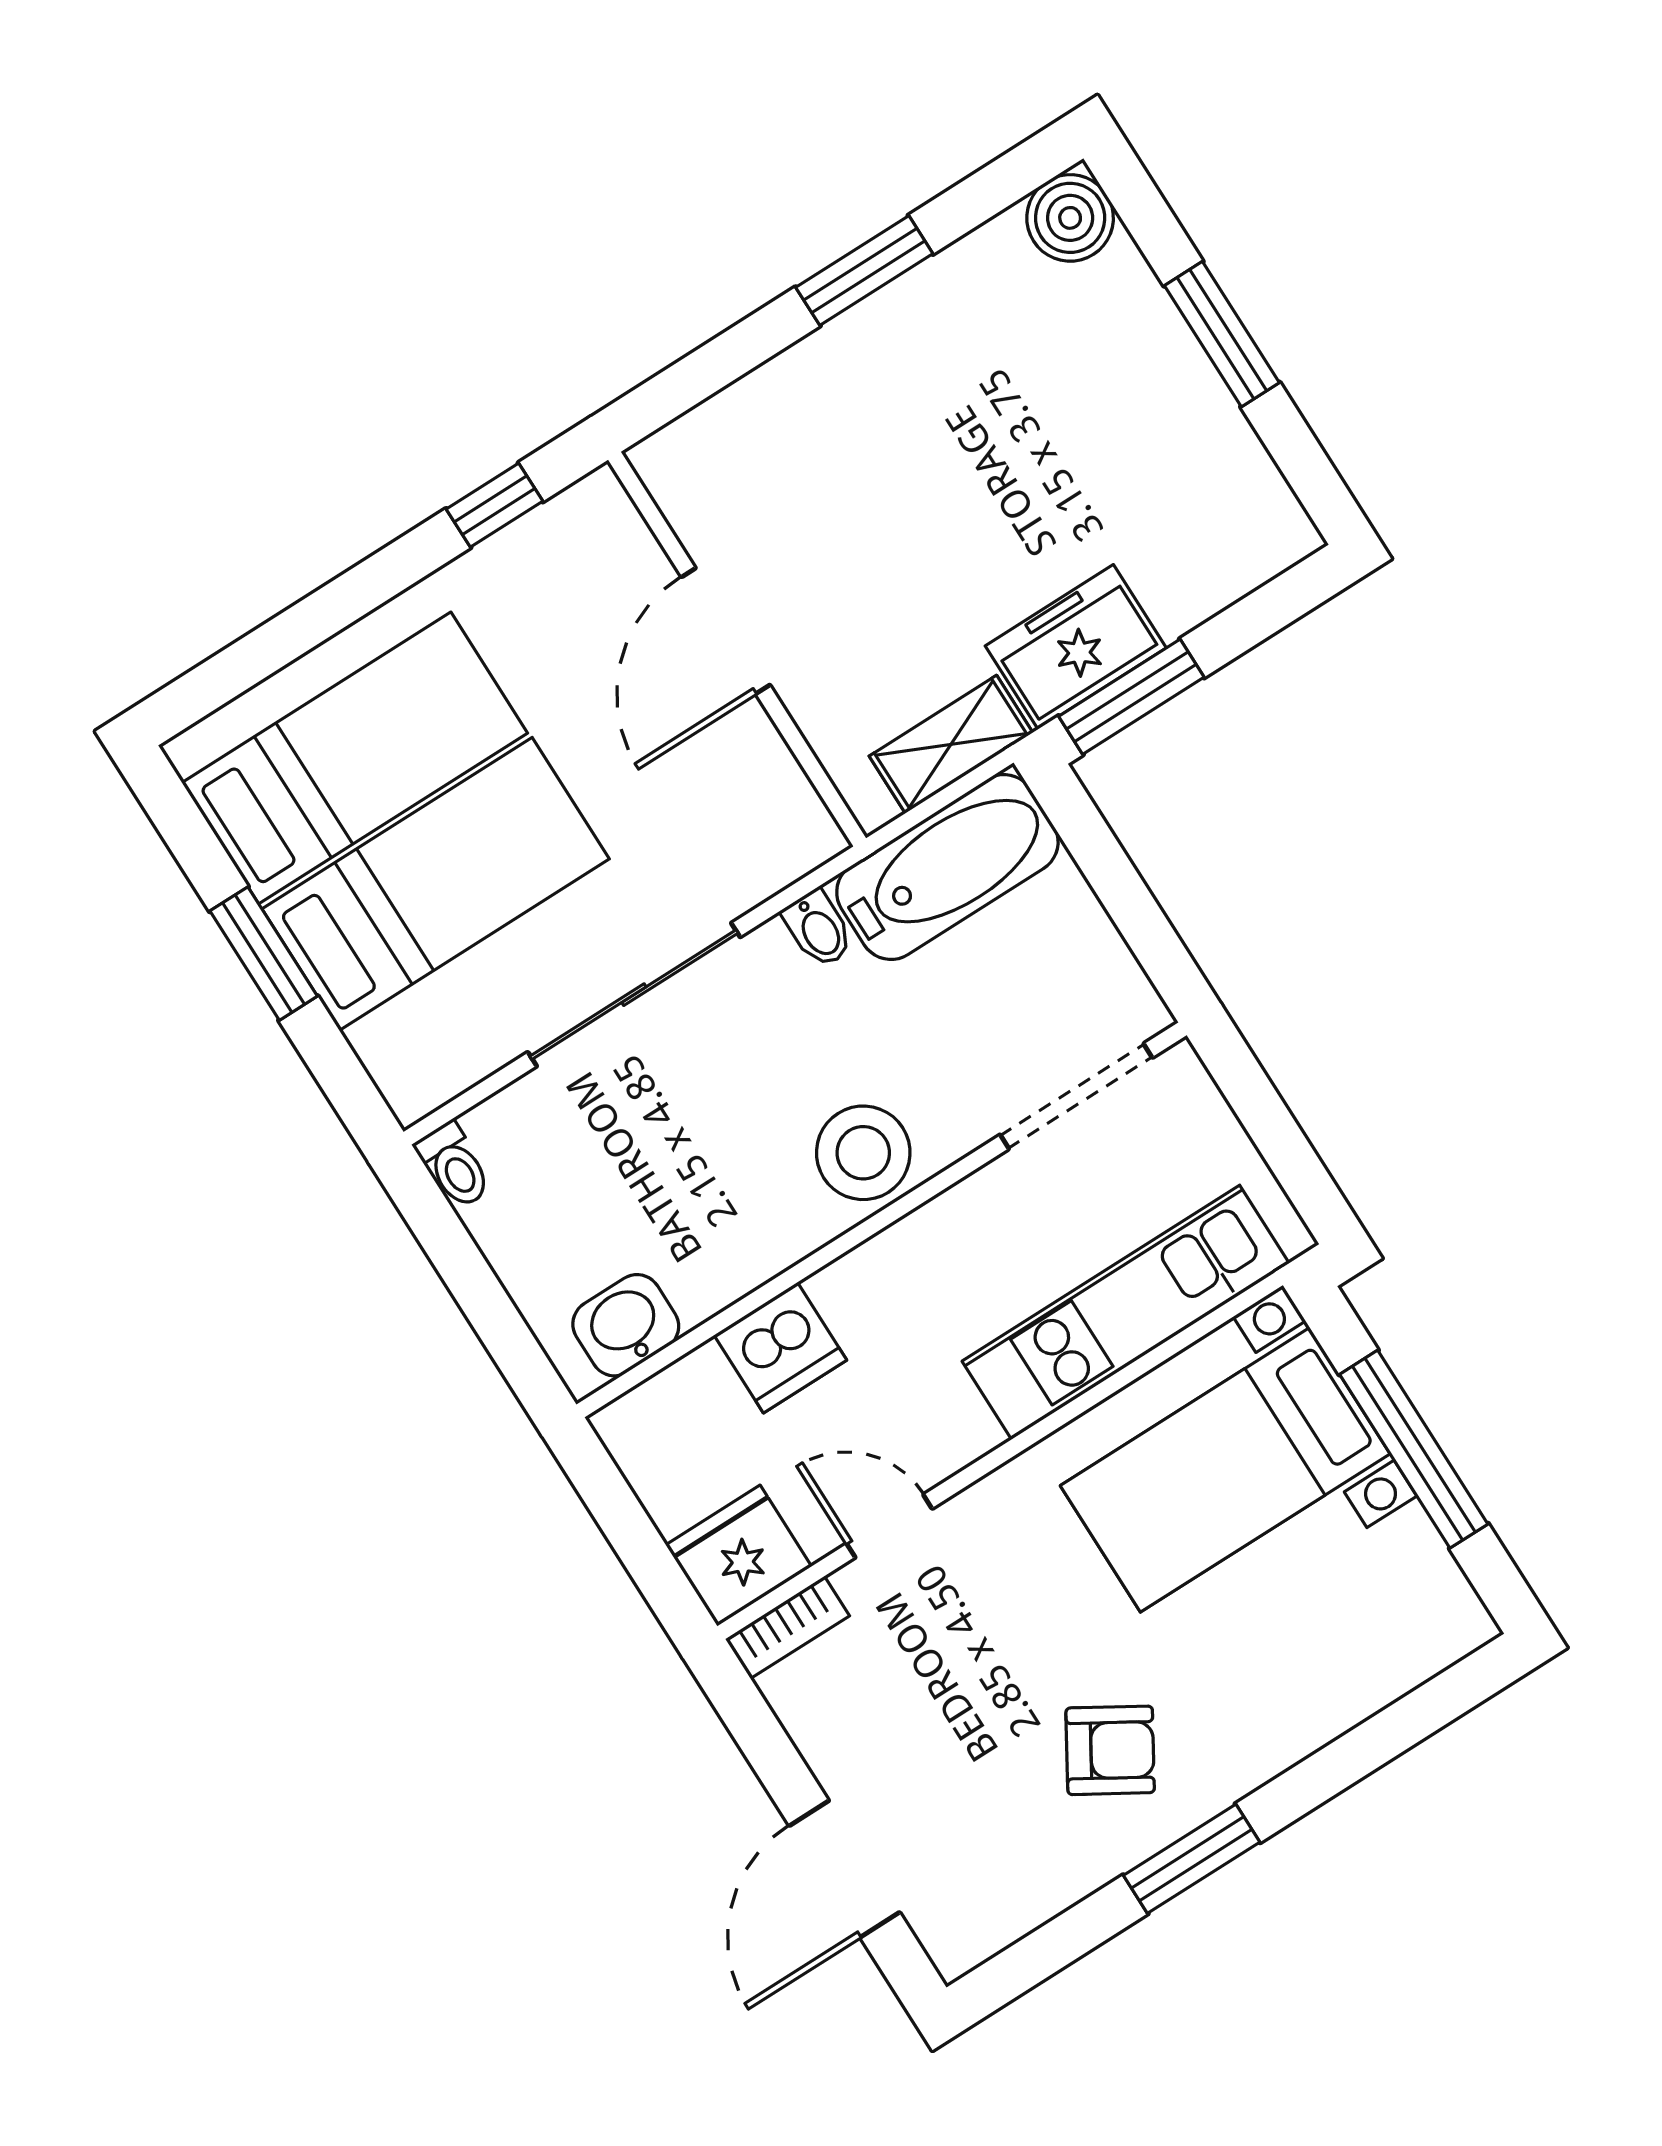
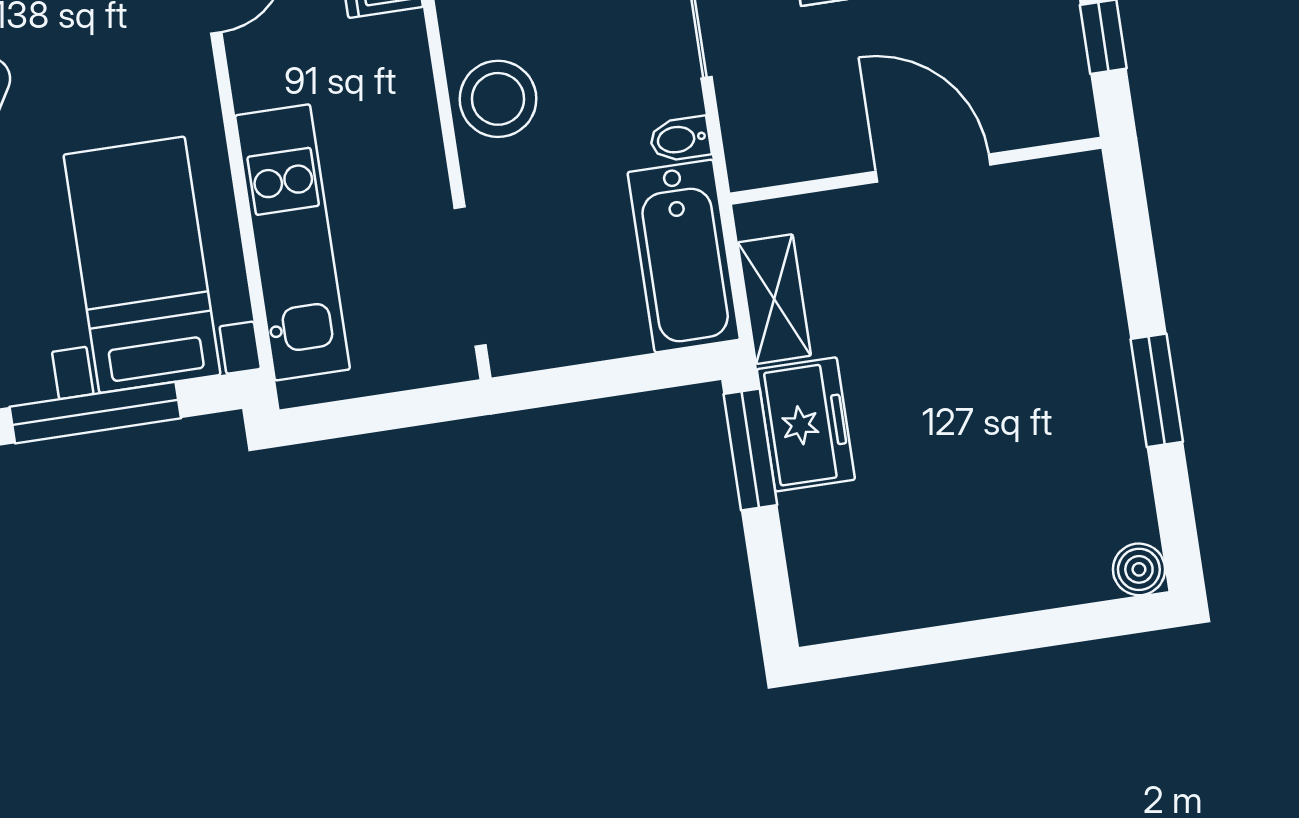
boiler: (1070, 218) -> (1139, 569), width x0.73, depth x0.73
window: (1222, 334) -> (991, 637), removed

